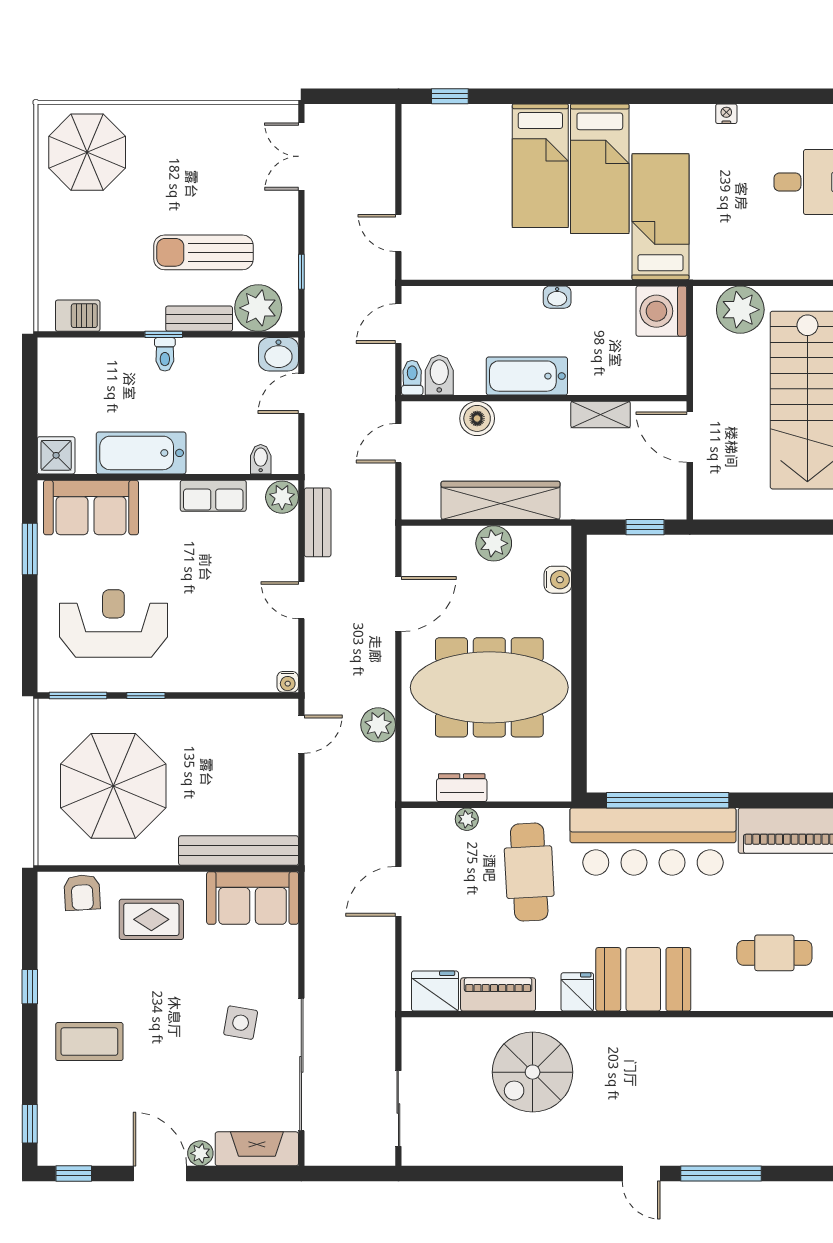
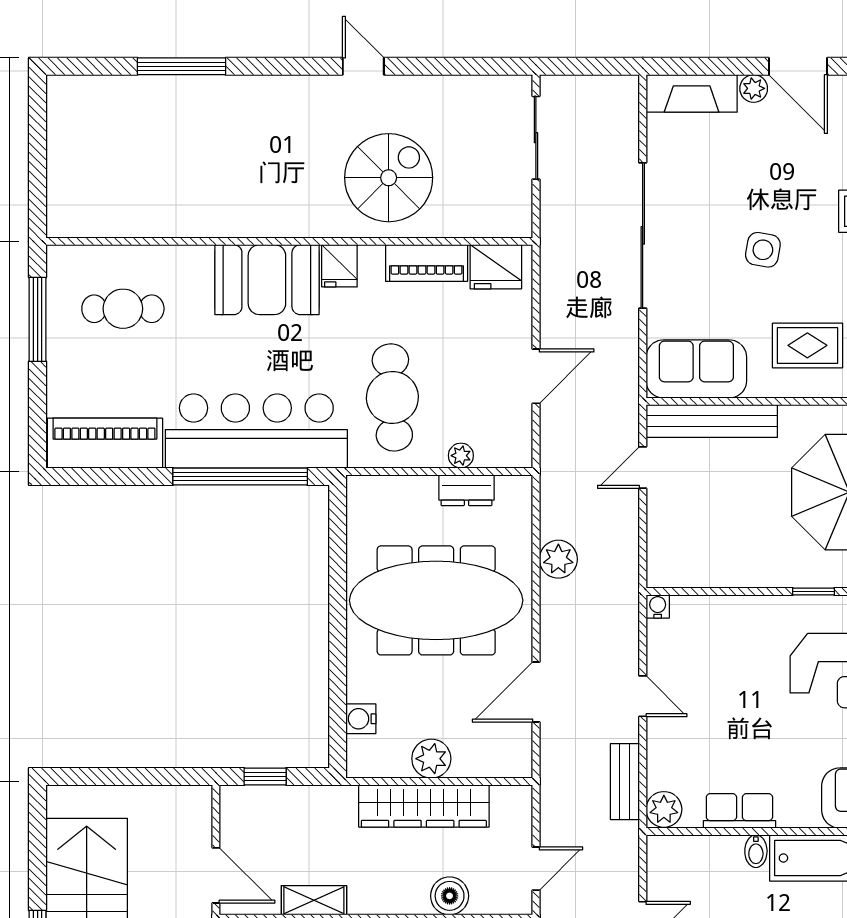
bidet: (261, 459) -> (756, 851), moved
door: (301, 734) -> (643, 467), moved
side table: (241, 1023) -> (763, 250), moved
sliding door: (301, 1064) -> (643, 235), moved
door: (641, 1173) -> (363, 66), moved

